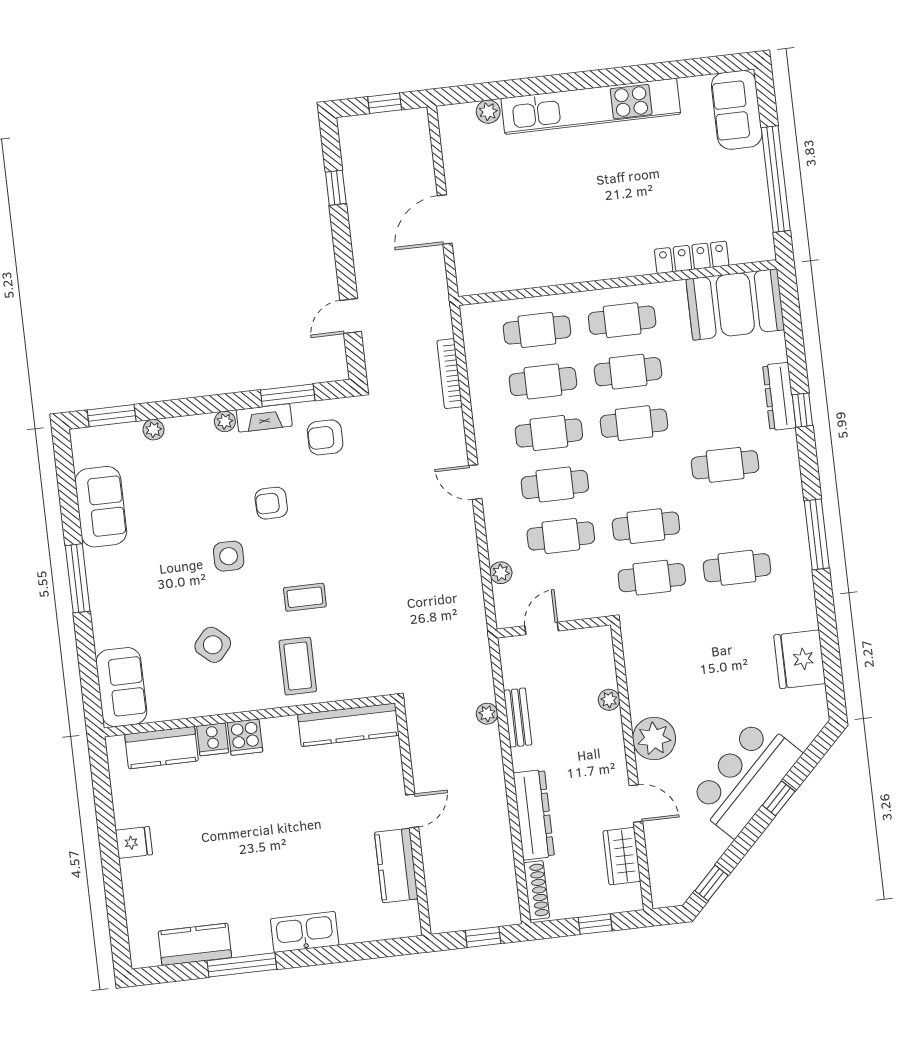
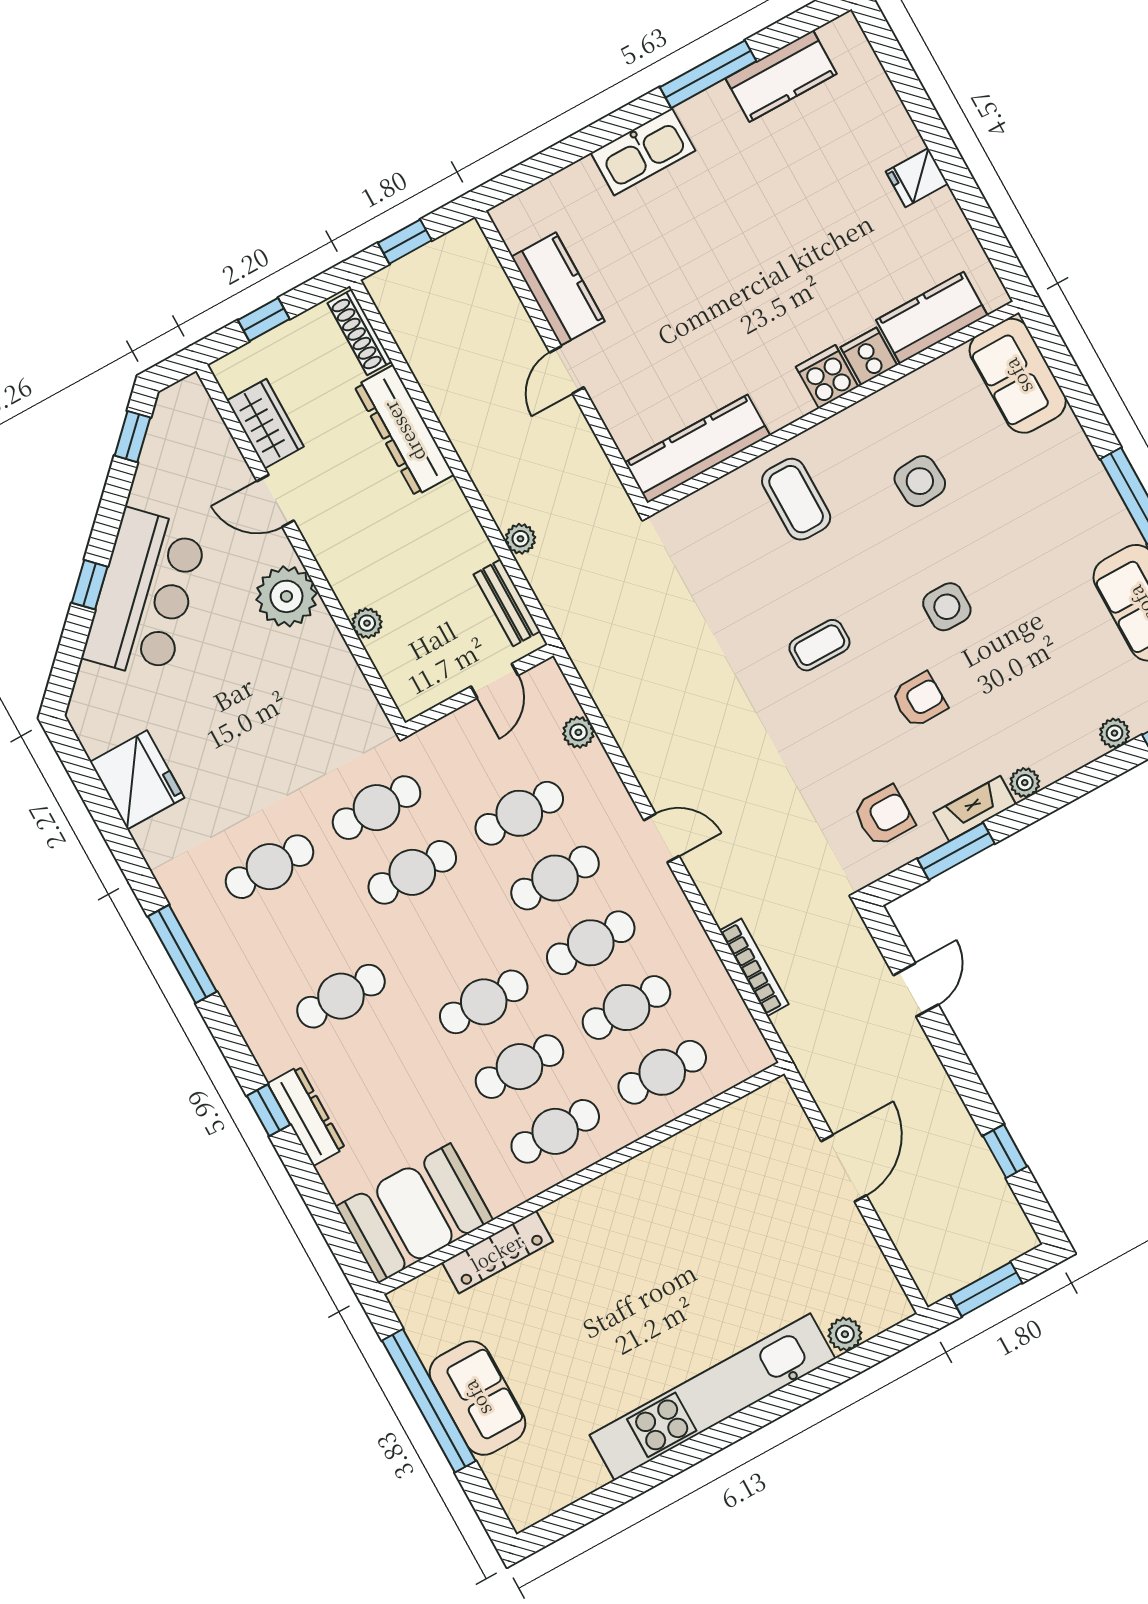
window: (385, 103) -> (986, 1289), width x1.50
sofa: (737, 110) -> (477, 1398), moved
coffee table: (305, 597) -> (819, 645), moved
side table: (213, 645) -> (920, 481), turned 45
bench: (518, 718) -> (507, 603), moved

